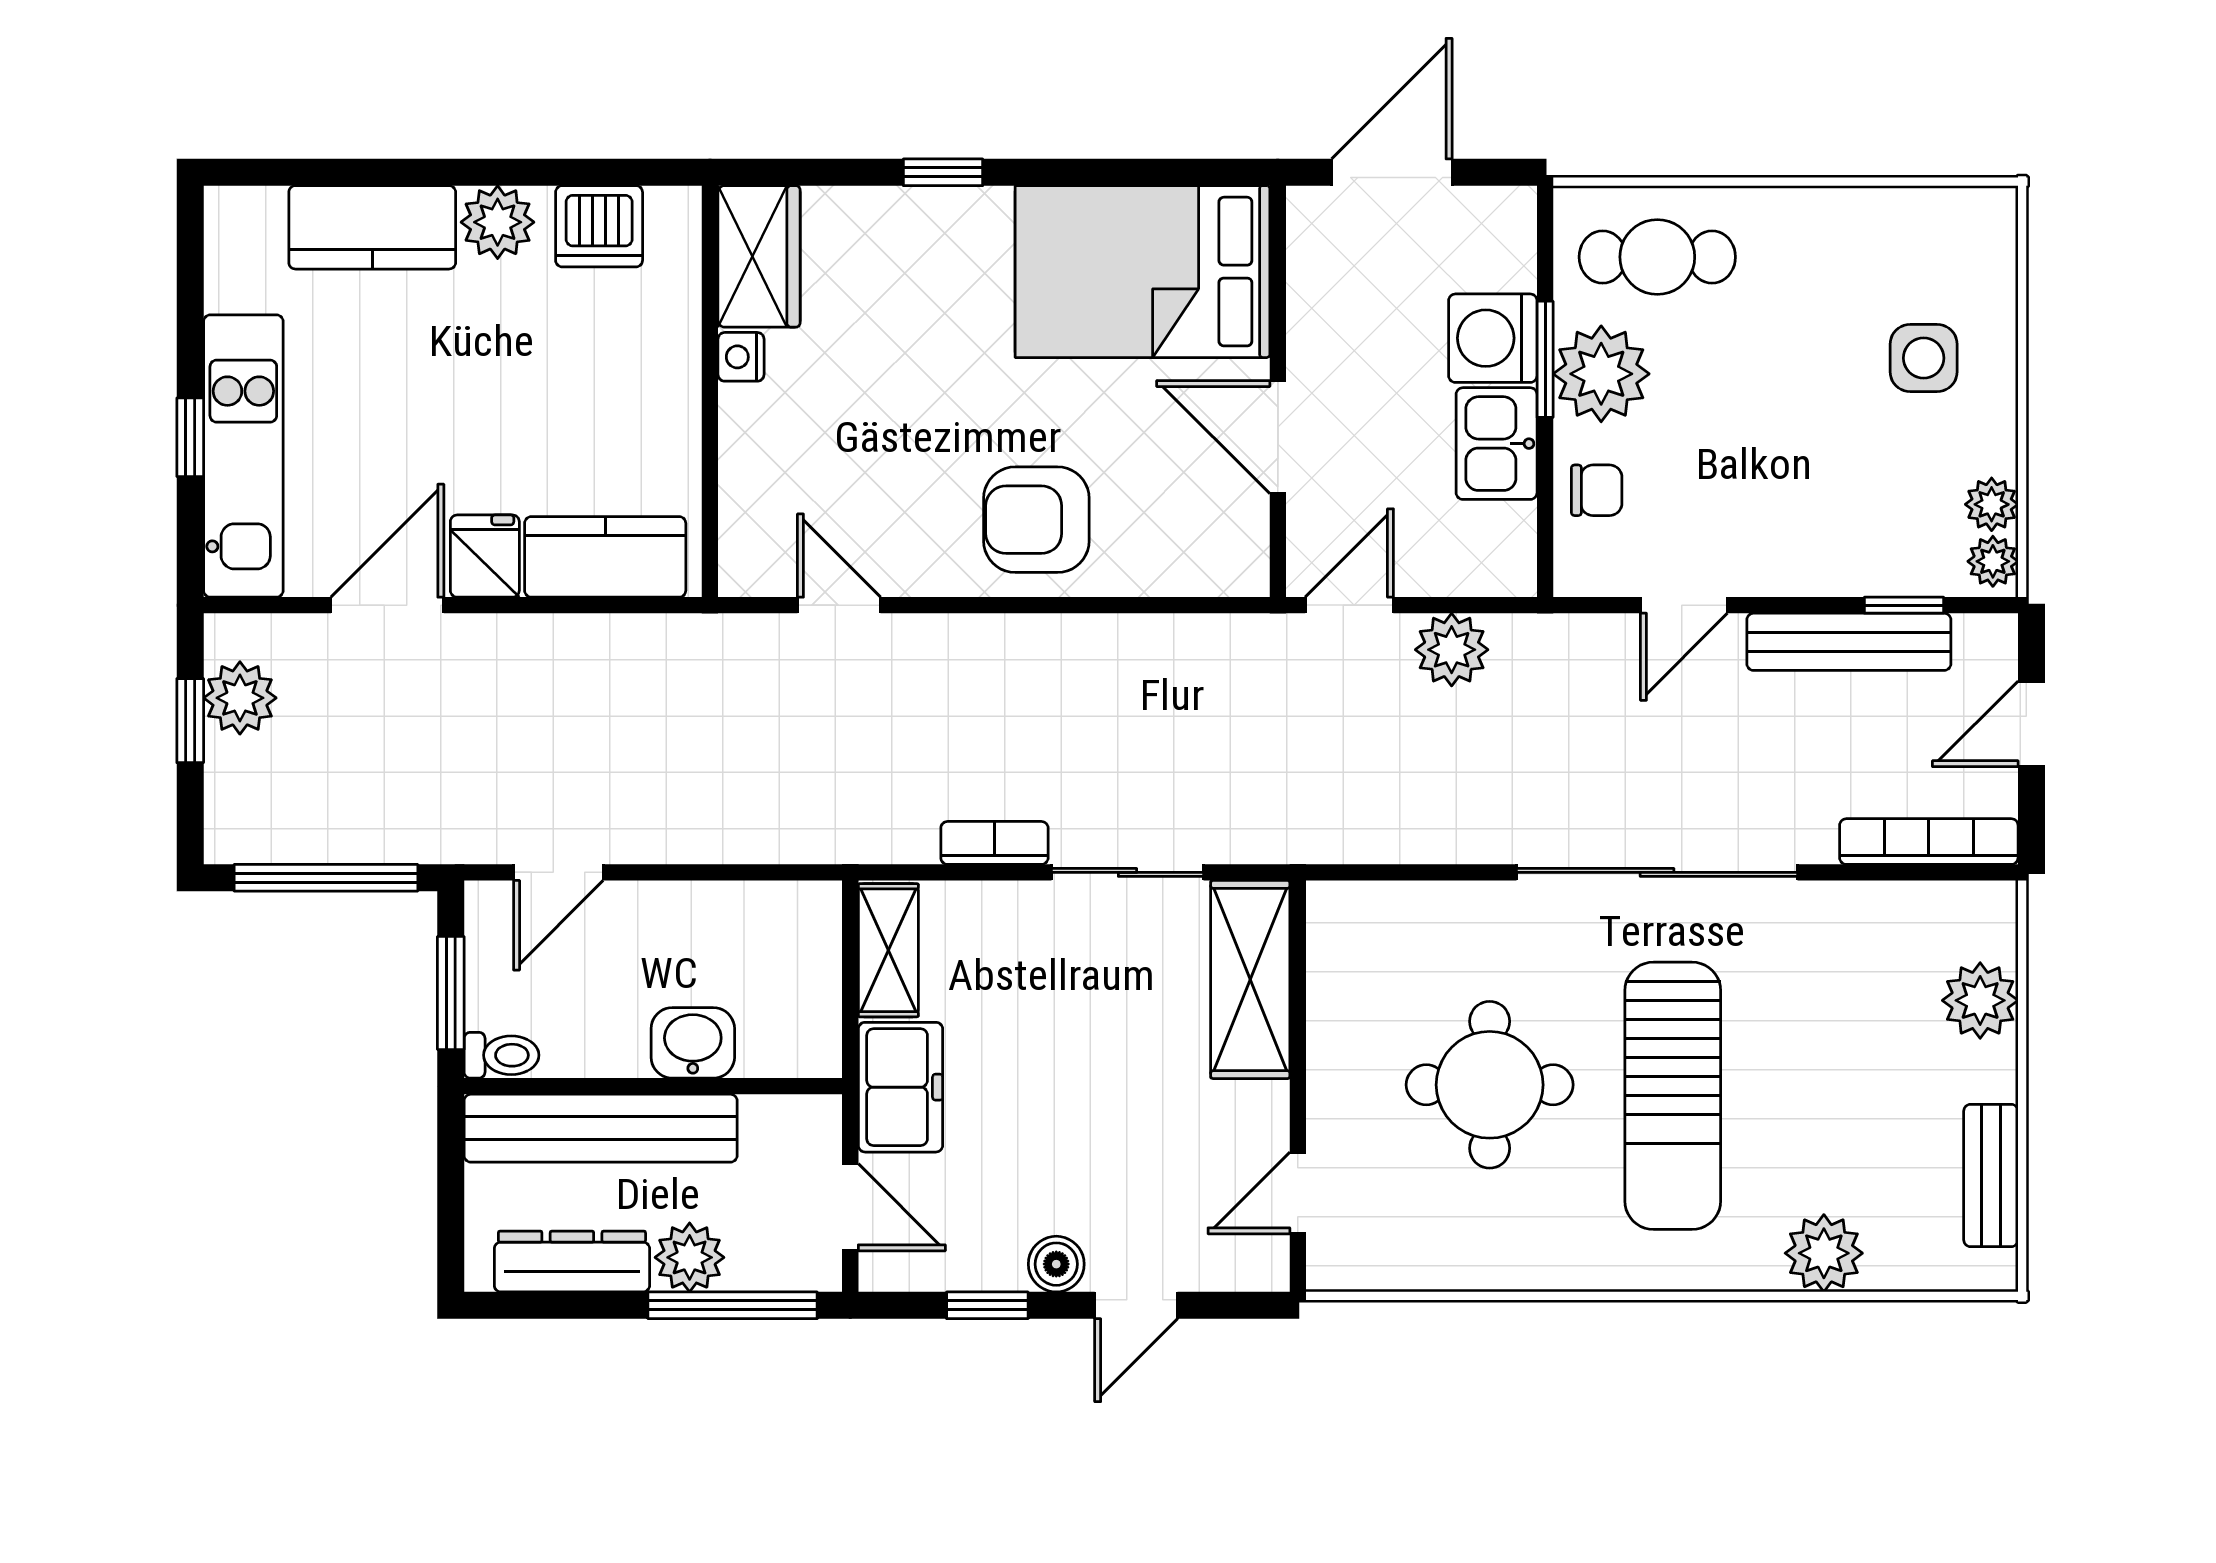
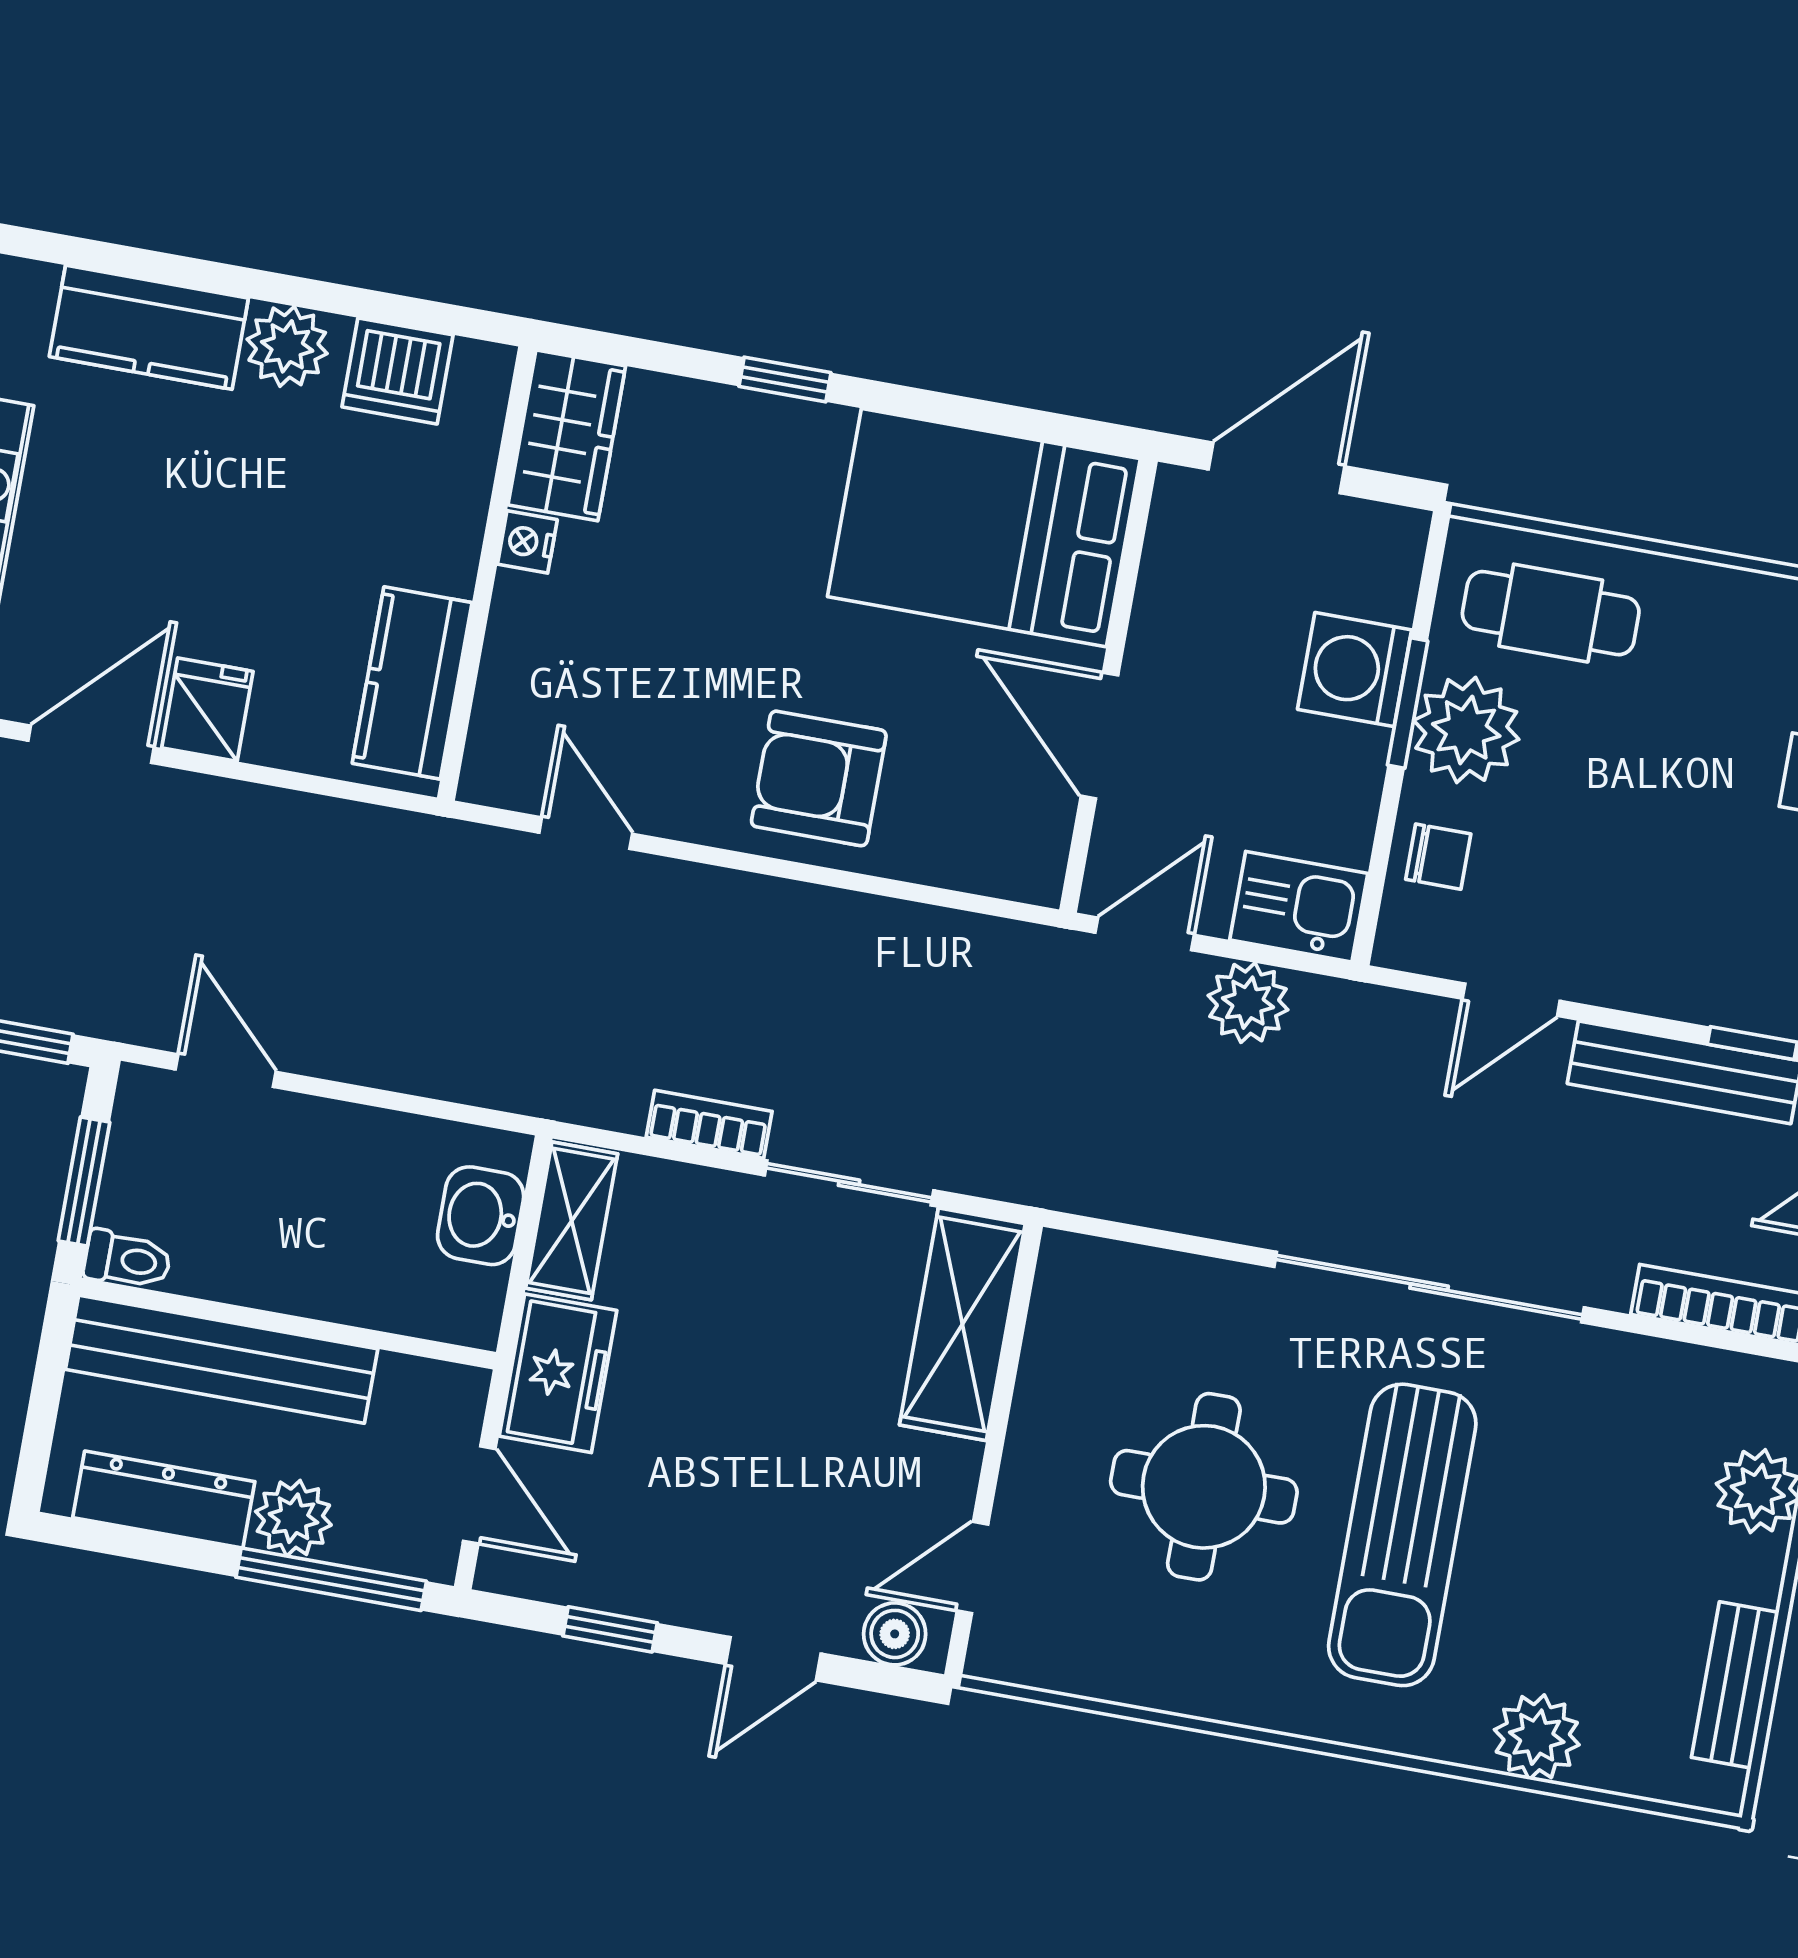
kitchen sink: (1497, 444) -> (1299, 907), moved, turned 90
kitchen counter: (605, 557) -> (412, 683), moved, turned -90
door: (558, 872) -> (226, 1071), swing flipped
washbasin: (693, 1043) -> (481, 1216), moved, turned -90
boiler: (1056, 1264) -> (895, 1634), moved

